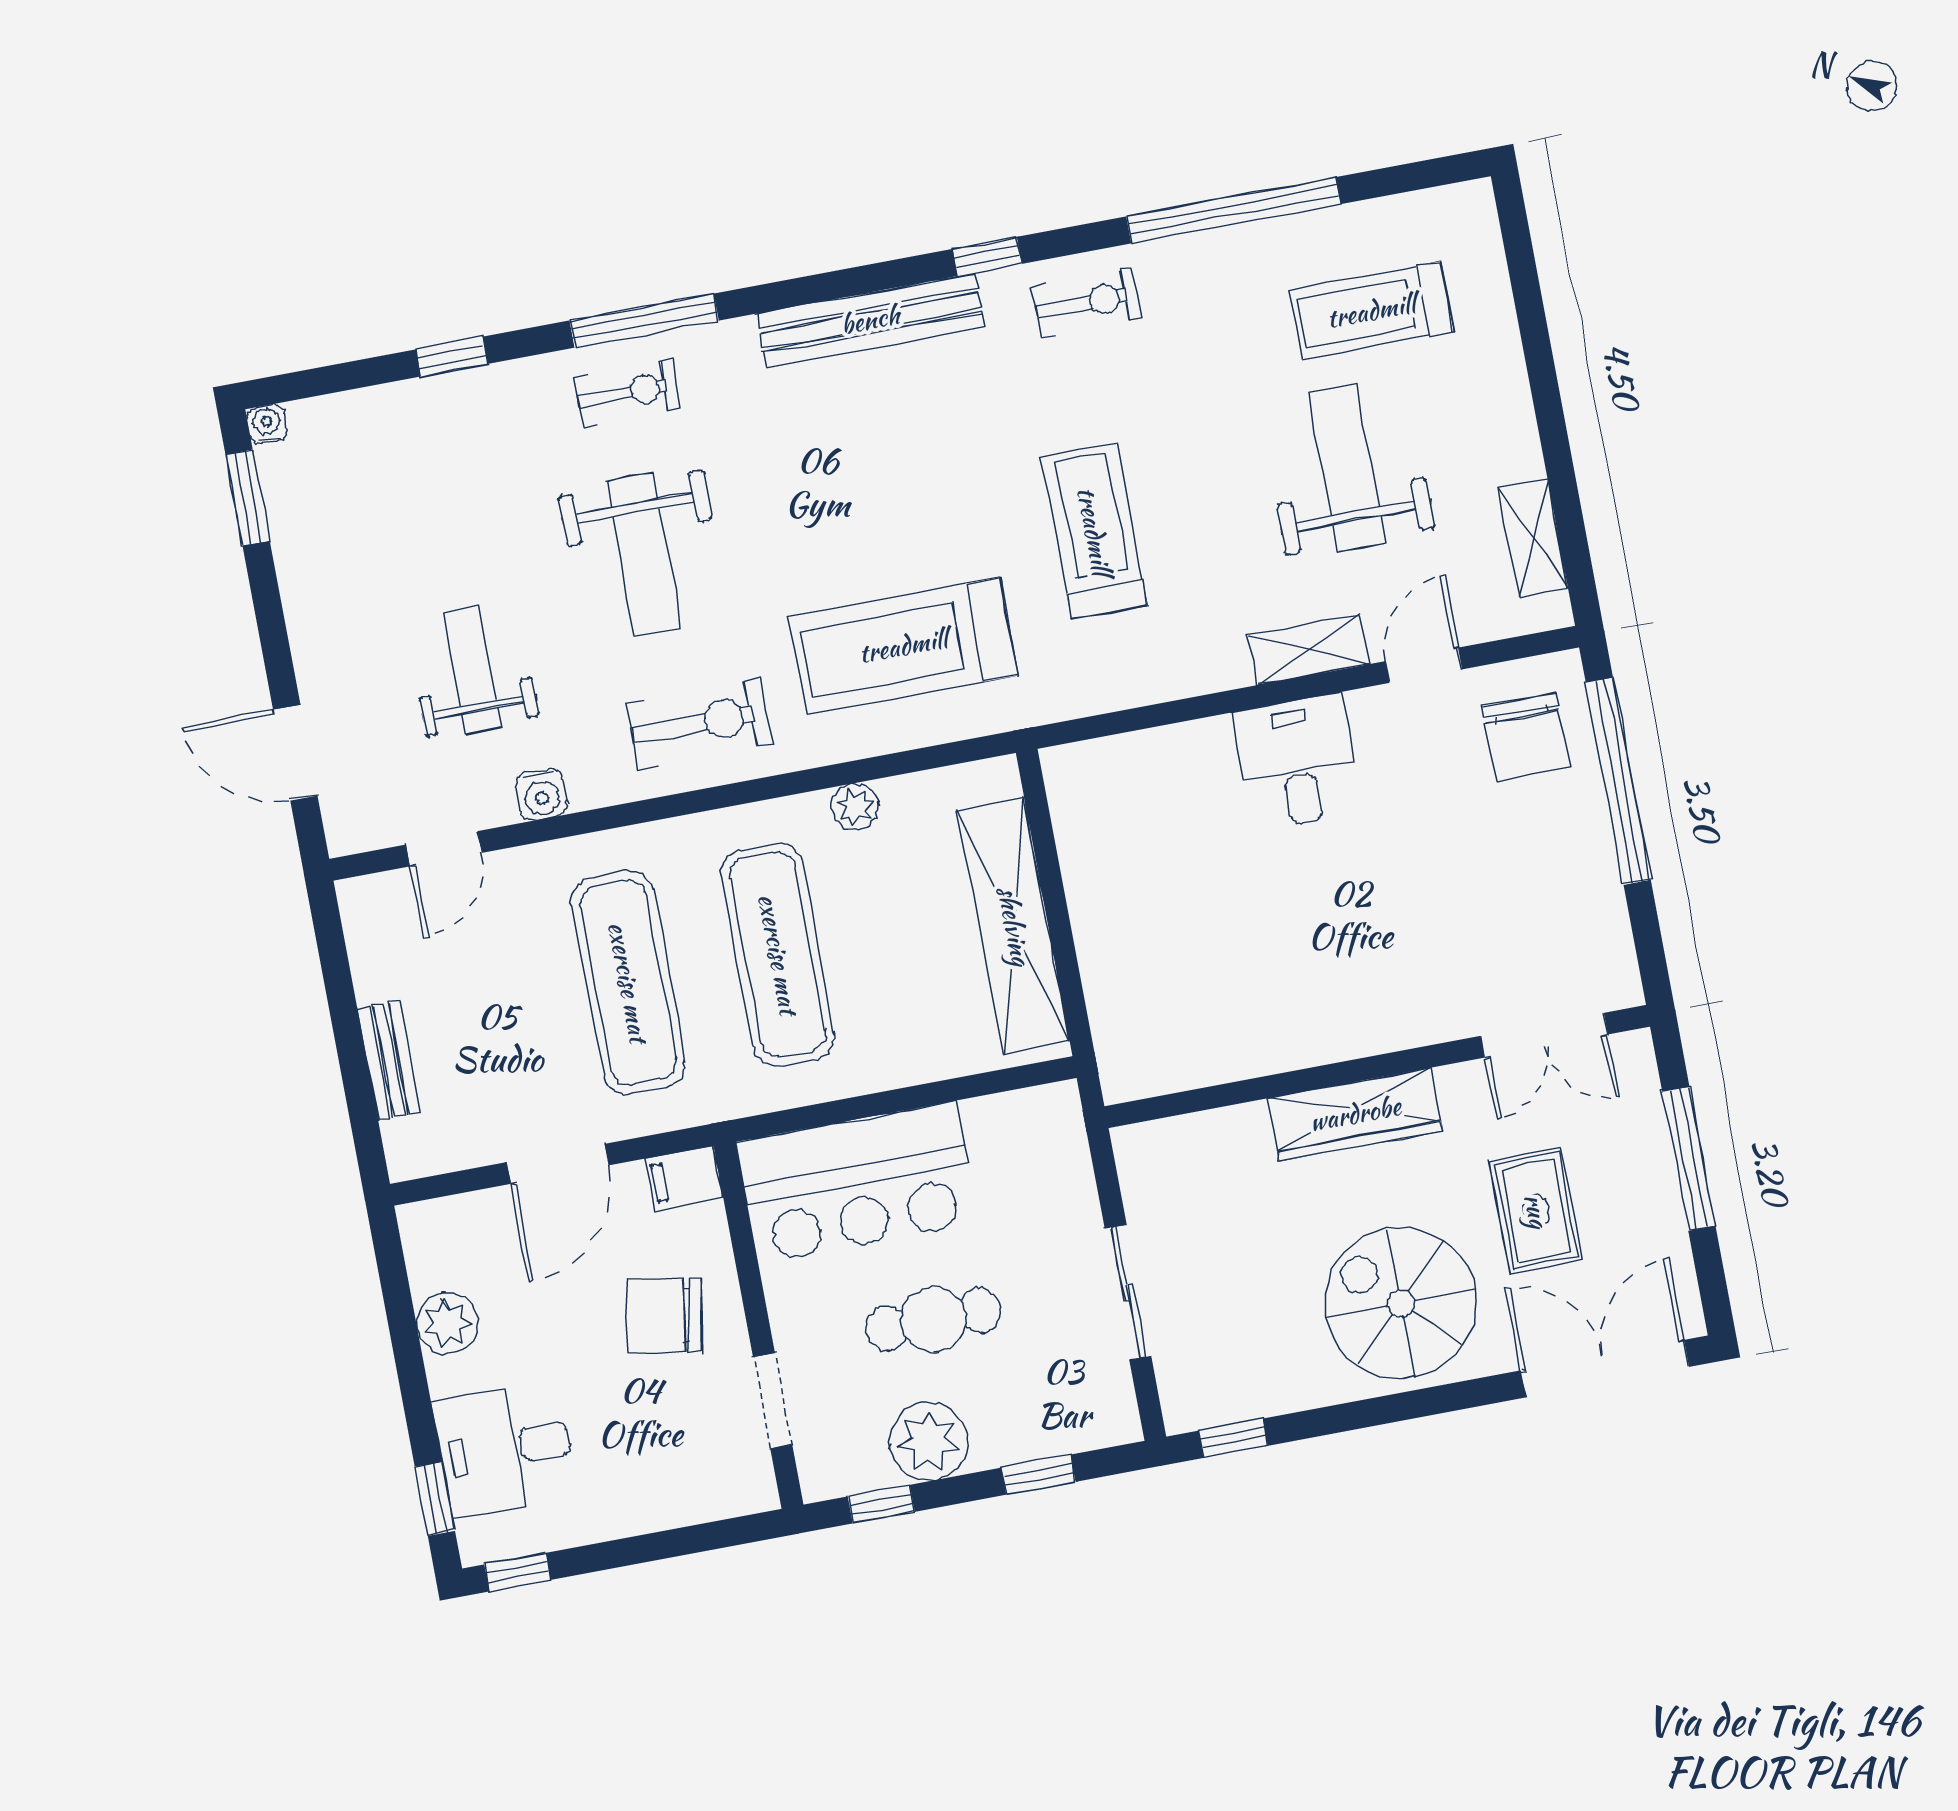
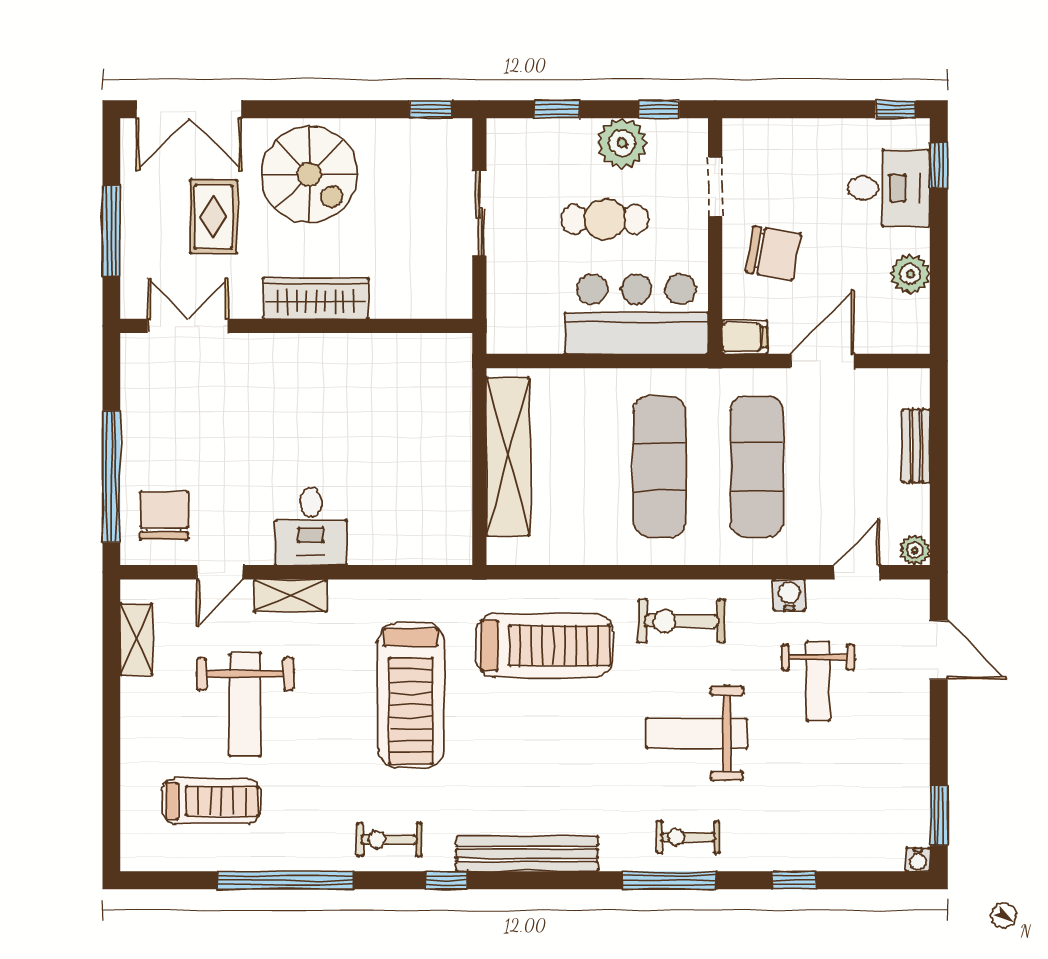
treadmill: (1094, 531) -> (411, 695), width x1.37, depth x1.38
weight bench: (644, 555) -> (697, 733), turned -90
plant: (855, 807) -> (915, 550), moved

